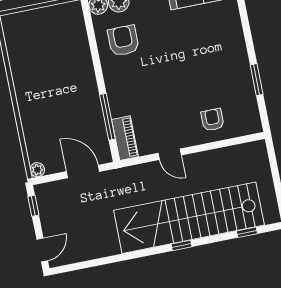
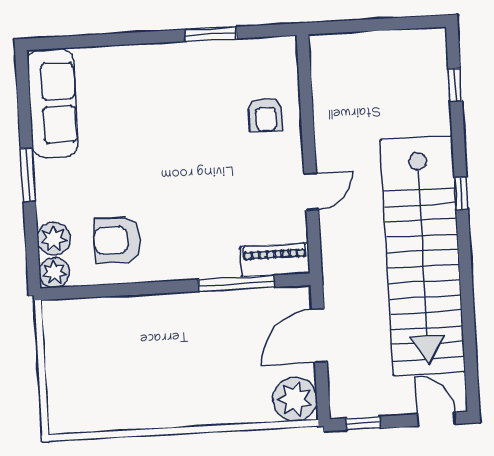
armchair: (213, 120) -> (266, 114), turned -90
plant: (37, 170) -> (295, 399), width x1.87, depth x1.87
stairs: (189, 218) -> (423, 256), moved

